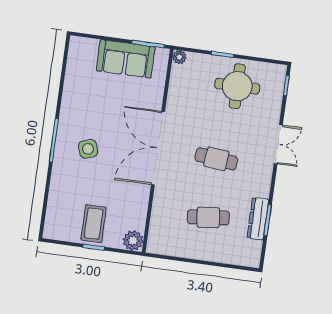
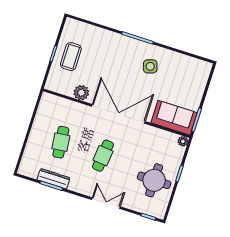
sofa: (126, 59) -> (174, 118), moved, turned 90
double door: (278, 144) -> (106, 203), swing flipped
side table: (88, 149) -> (150, 66), moved
coffee table: (94, 224) -> (71, 57), turned 90
plant: (133, 241) -> (81, 93), moved

